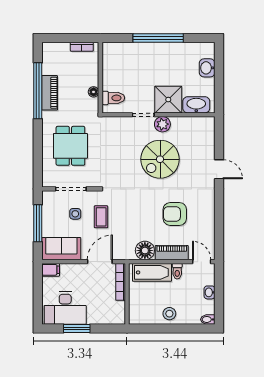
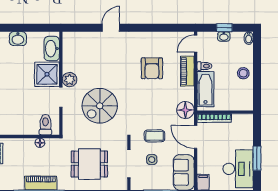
spiral stairs: (160, 159) -> (100, 106), moved, turned 90
floor lamp: (145, 251) -> (185, 110), moved
window: (219, 293) -> (224, 28), added

